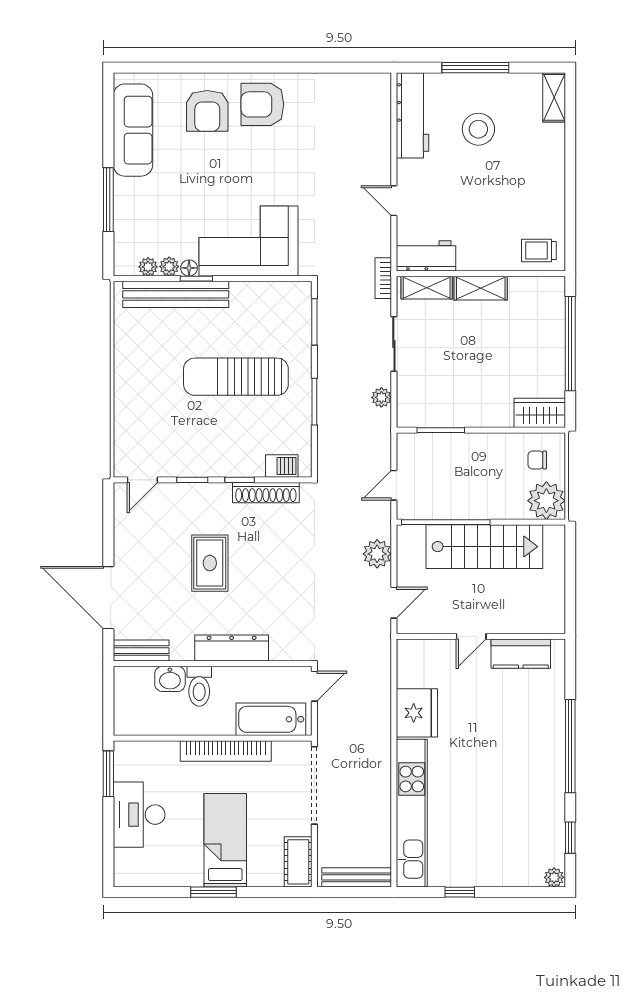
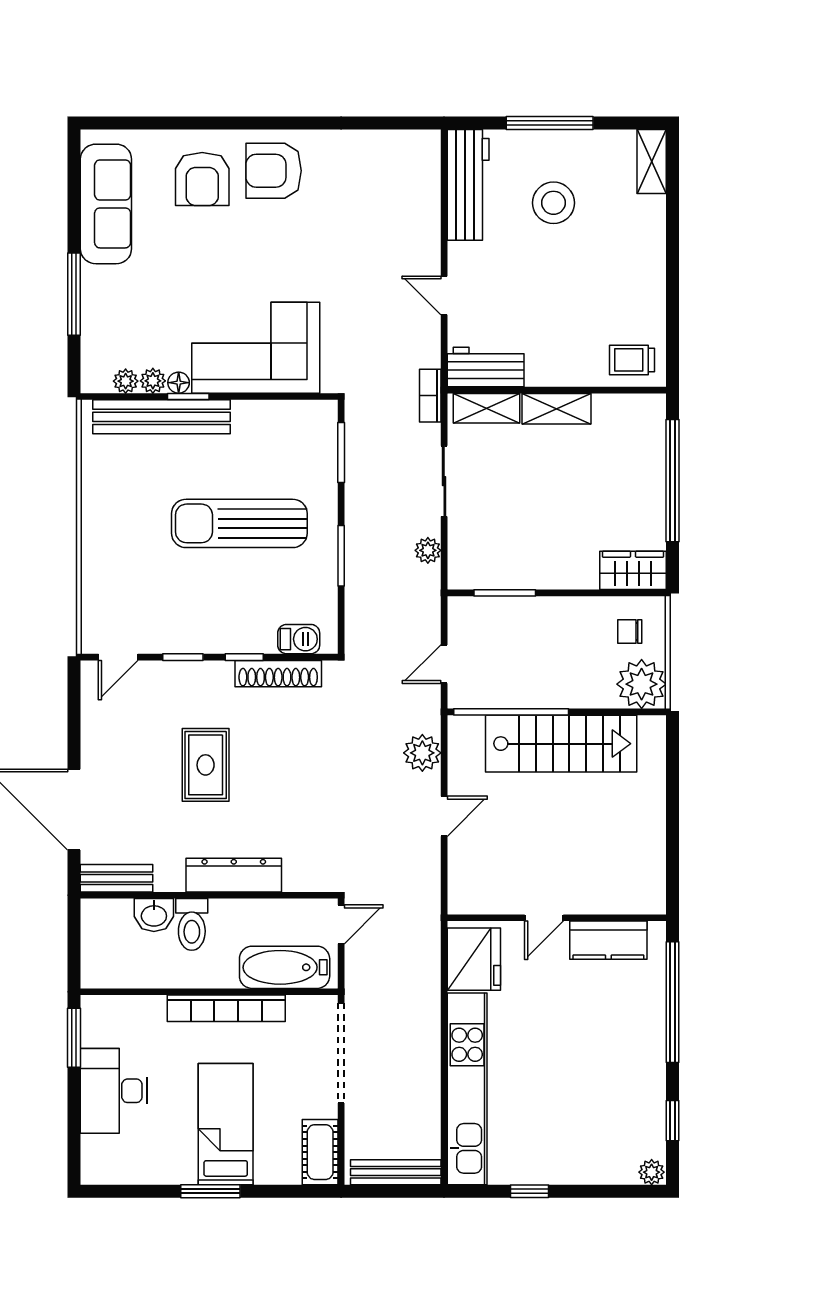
door: (471, 636) -> (544, 918), moved
wall: (481, 636) -> (557, 918), moved
kitchen counter: (521, 654) -> (608, 940), moved

